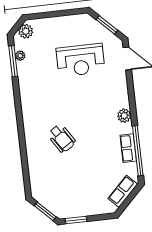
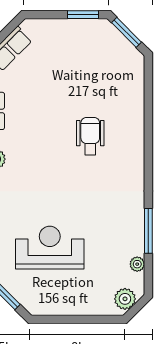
window: (13, 61) -> (148, 231), moved
wheelchair: (62, 138) -> (90, 136), turned 33

